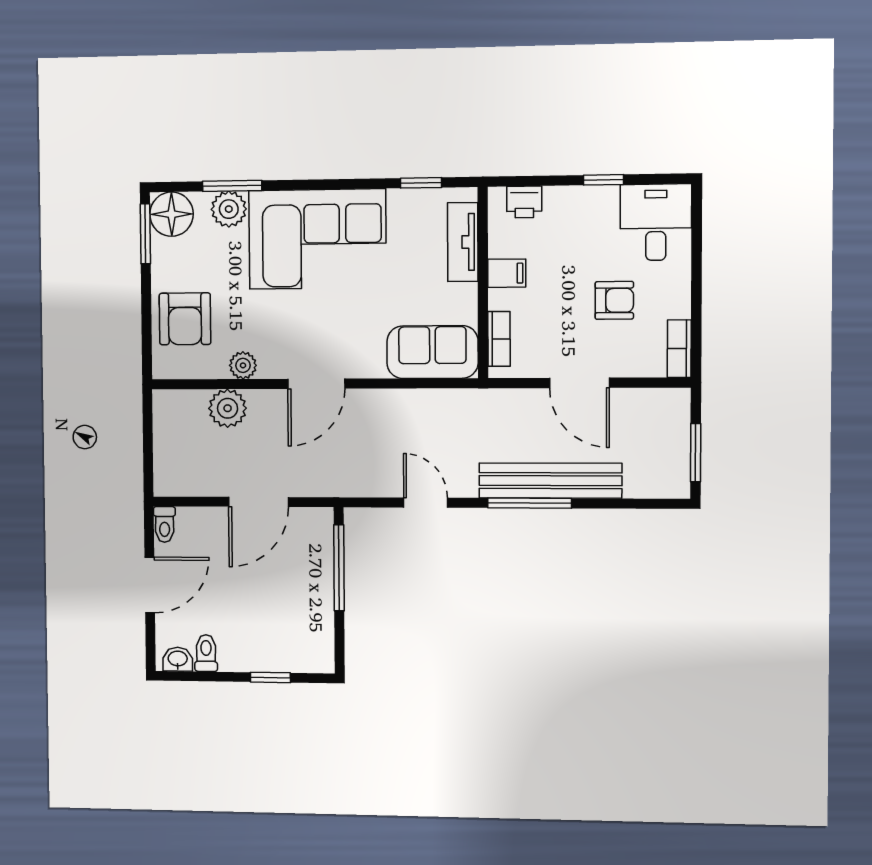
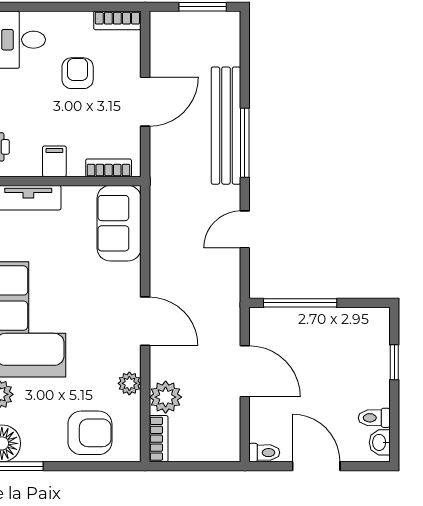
bookcase: (179, 400) -> (159, 439), added

